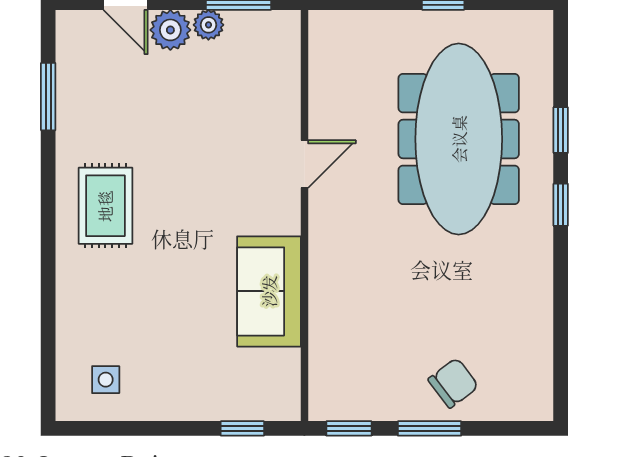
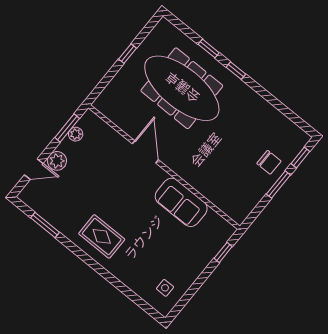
plant: (208, 25) -> (76, 134), moved
door: (304, 164) -> (145, 152), width x1.38
chair: (453, 383) -> (269, 162), turned 127
window: (349, 428) -> (300, 157), moved

